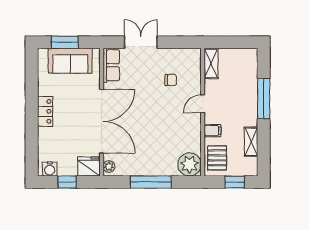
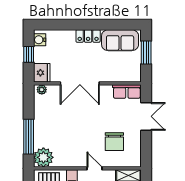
sofa: (70, 61) -> (120, 40), moved, turned -90
chair: (171, 80) -> (114, 142), width x1.87, depth x1.87
double door: (102, 121) -> (80, 83), width x0.73
window: (151, 182) -> (29, 137), moved

